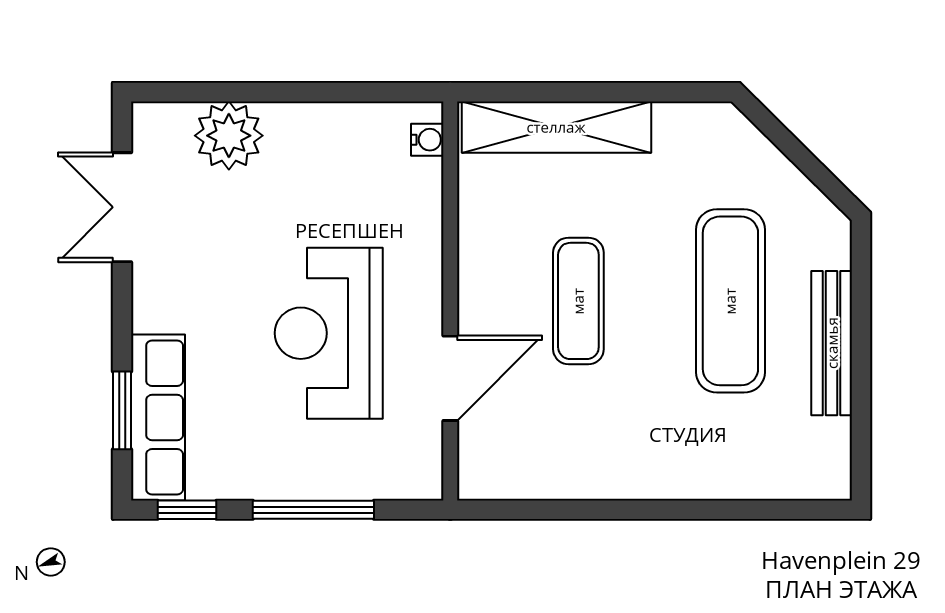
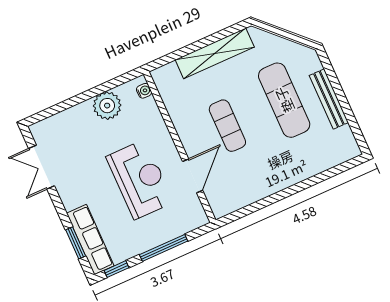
shelving: (556, 127) -> (215, 53), moved
plant: (229, 136) -> (107, 106), moved
reception desk: (329, 333) -> (140, 179), turned 180

